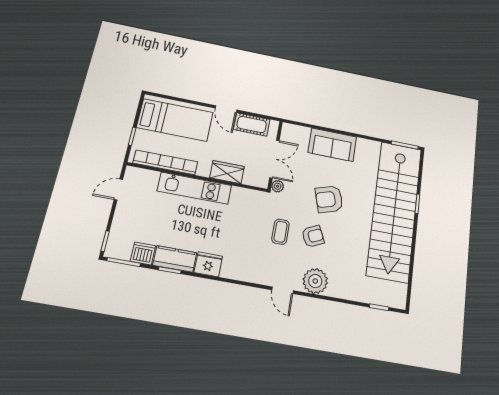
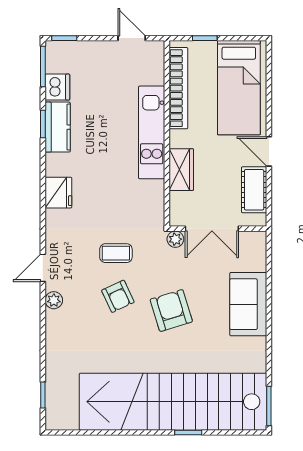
door: (226, 109) -> (269, 151), hinge flipped
fridge: (208, 264) -> (58, 193), moved
plant: (315, 281) -> (54, 300), width x0.53, depth x0.53

